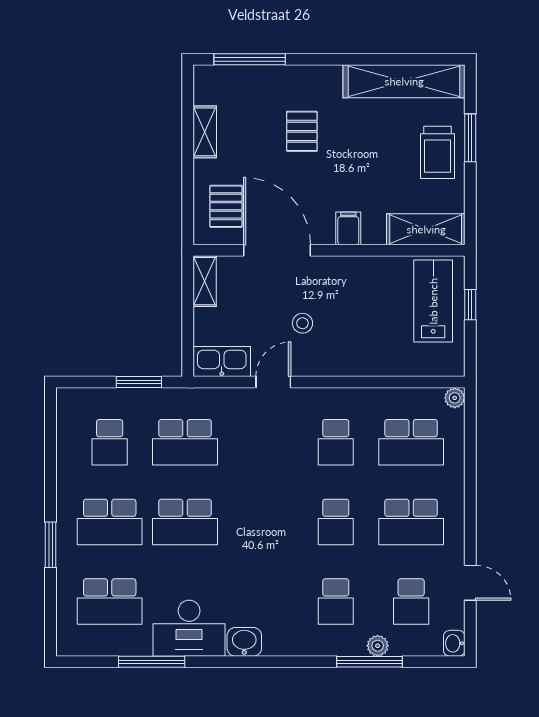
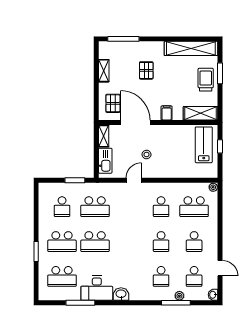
trolley: (438, 152) -> (206, 80), turned 180
kitchen sink: (222, 362) -> (105, 161), moved, turned 90
school desk: (411, 522) -> (194, 242), width x0.54

